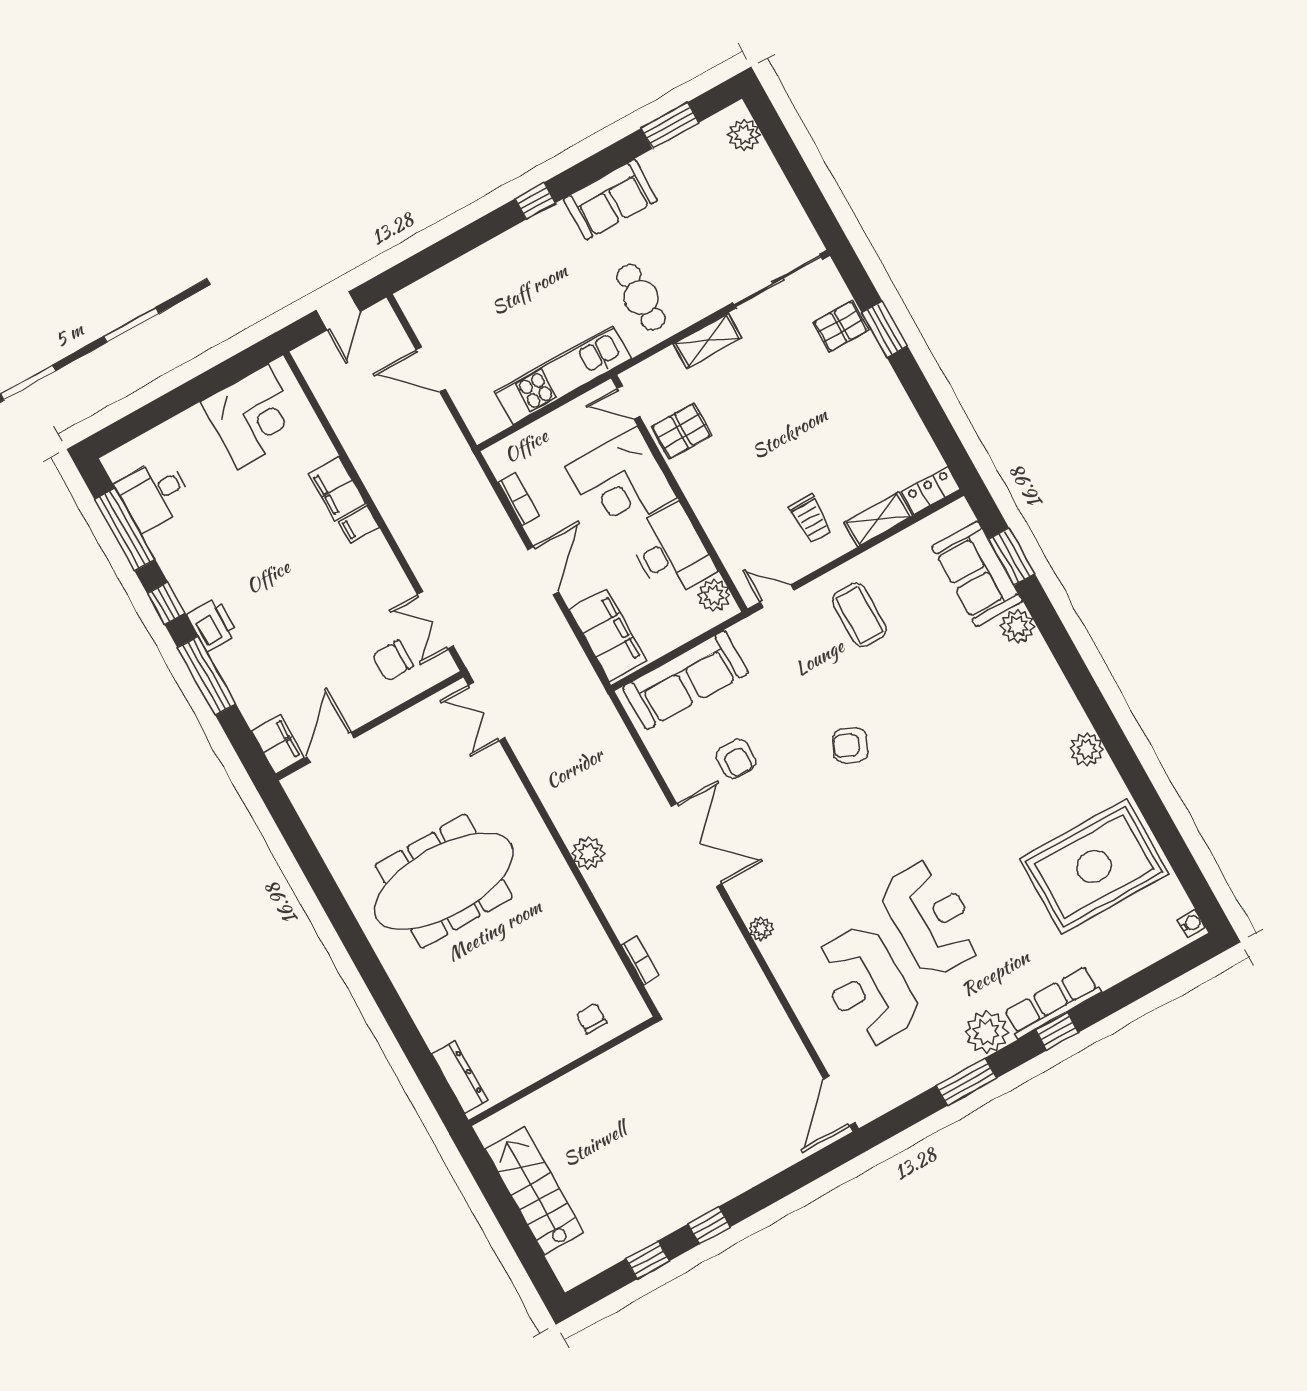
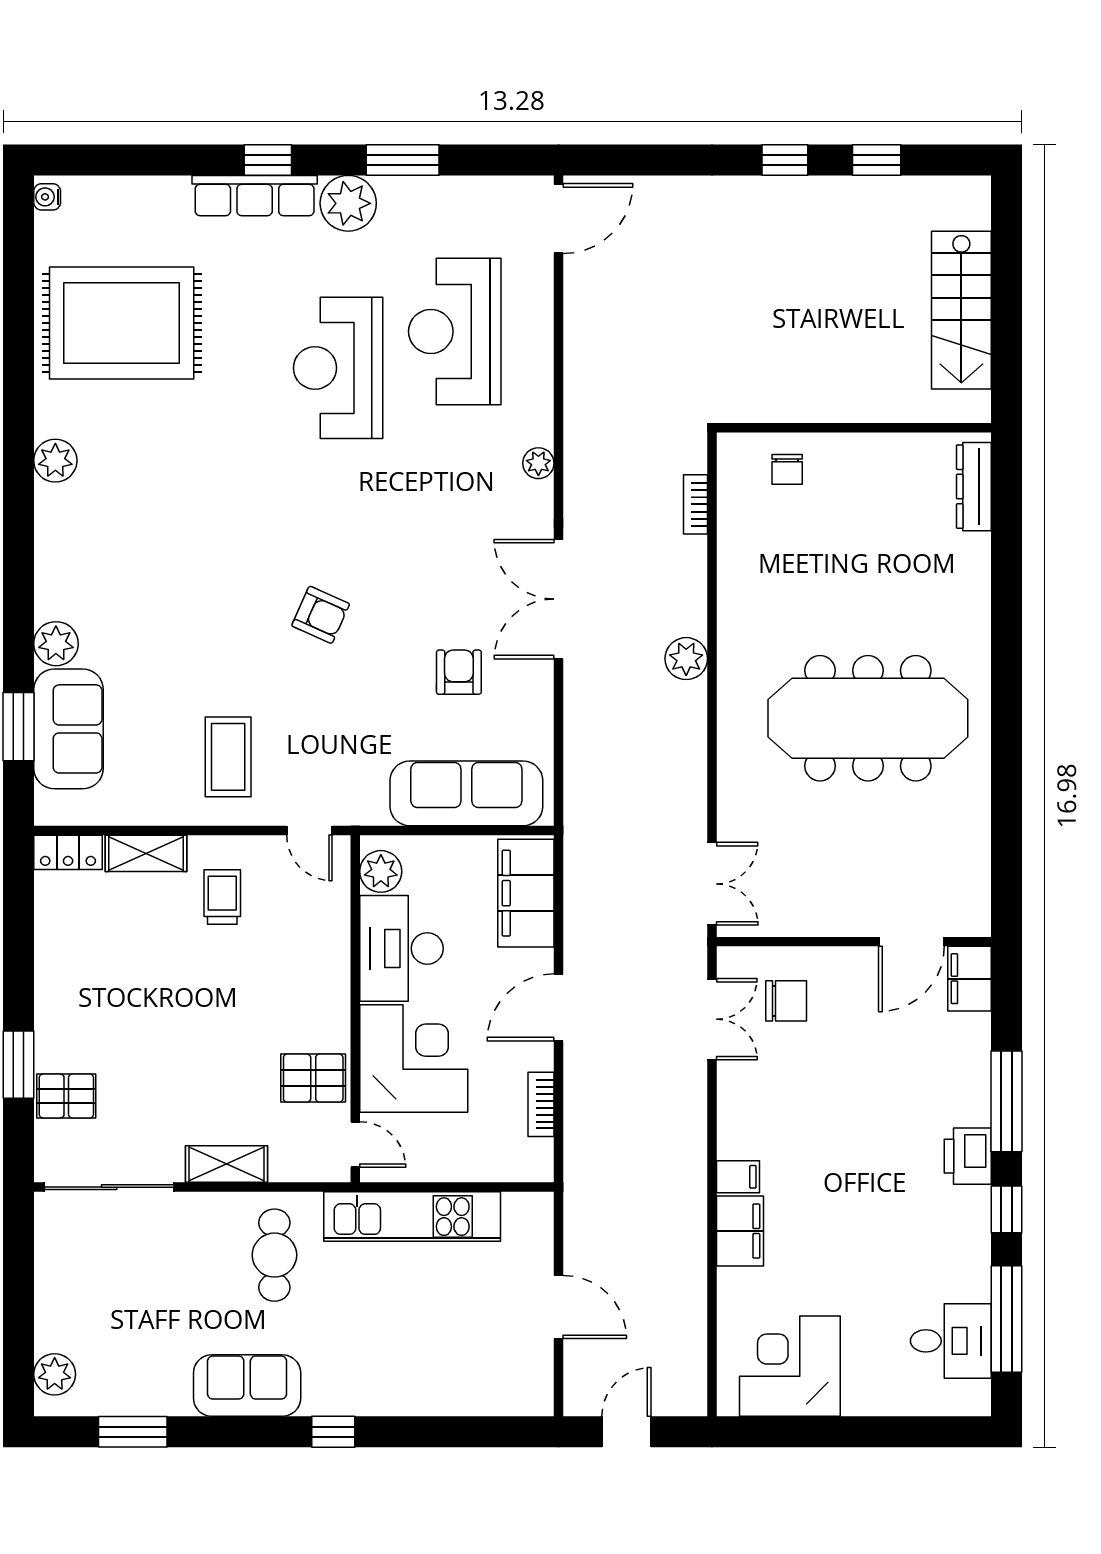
reception desk: (867, 986) -> (455, 331), turned 180

